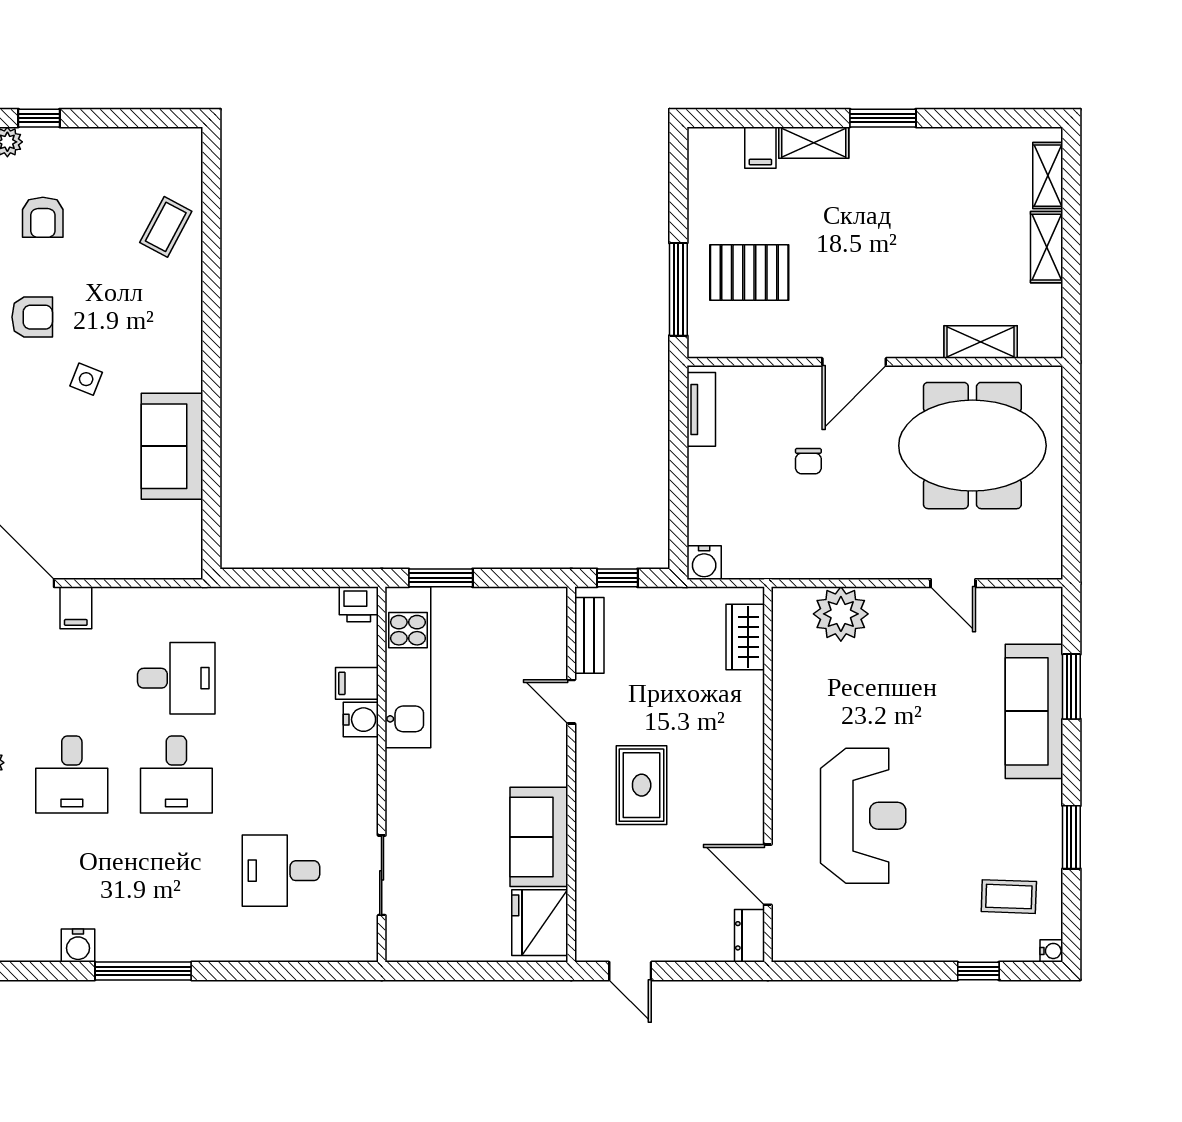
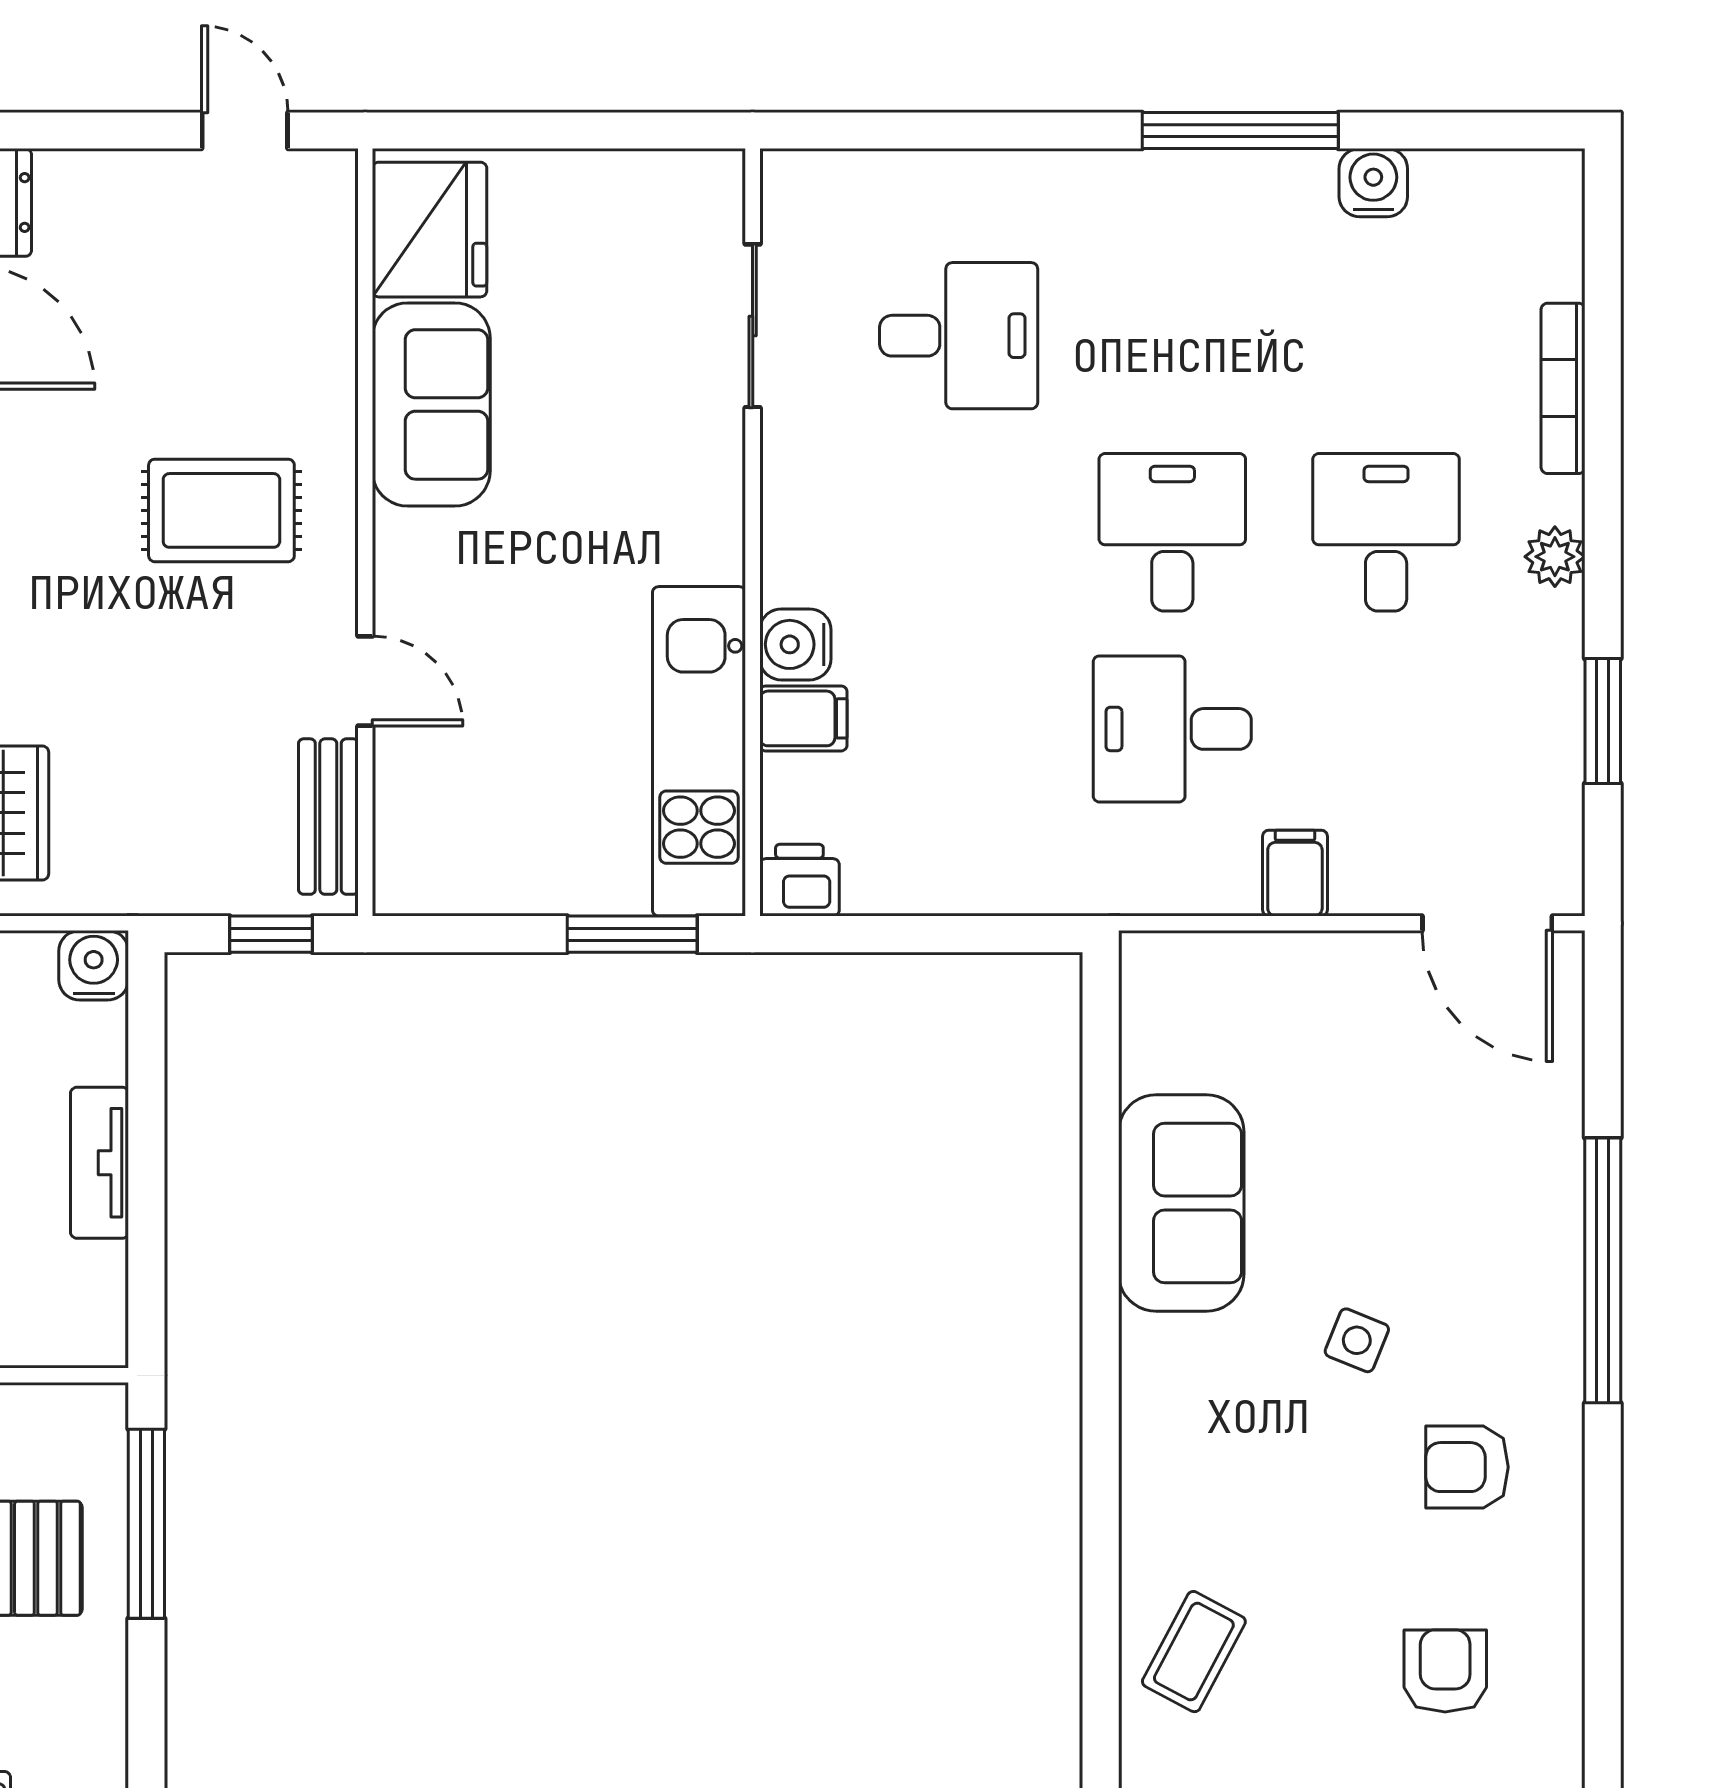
tv unit: (701, 409) -> (100, 1163), moved
filing cabinet: (76, 608) -> (1295, 873), moved
rug: (642, 785) -> (221, 510), turned 90

